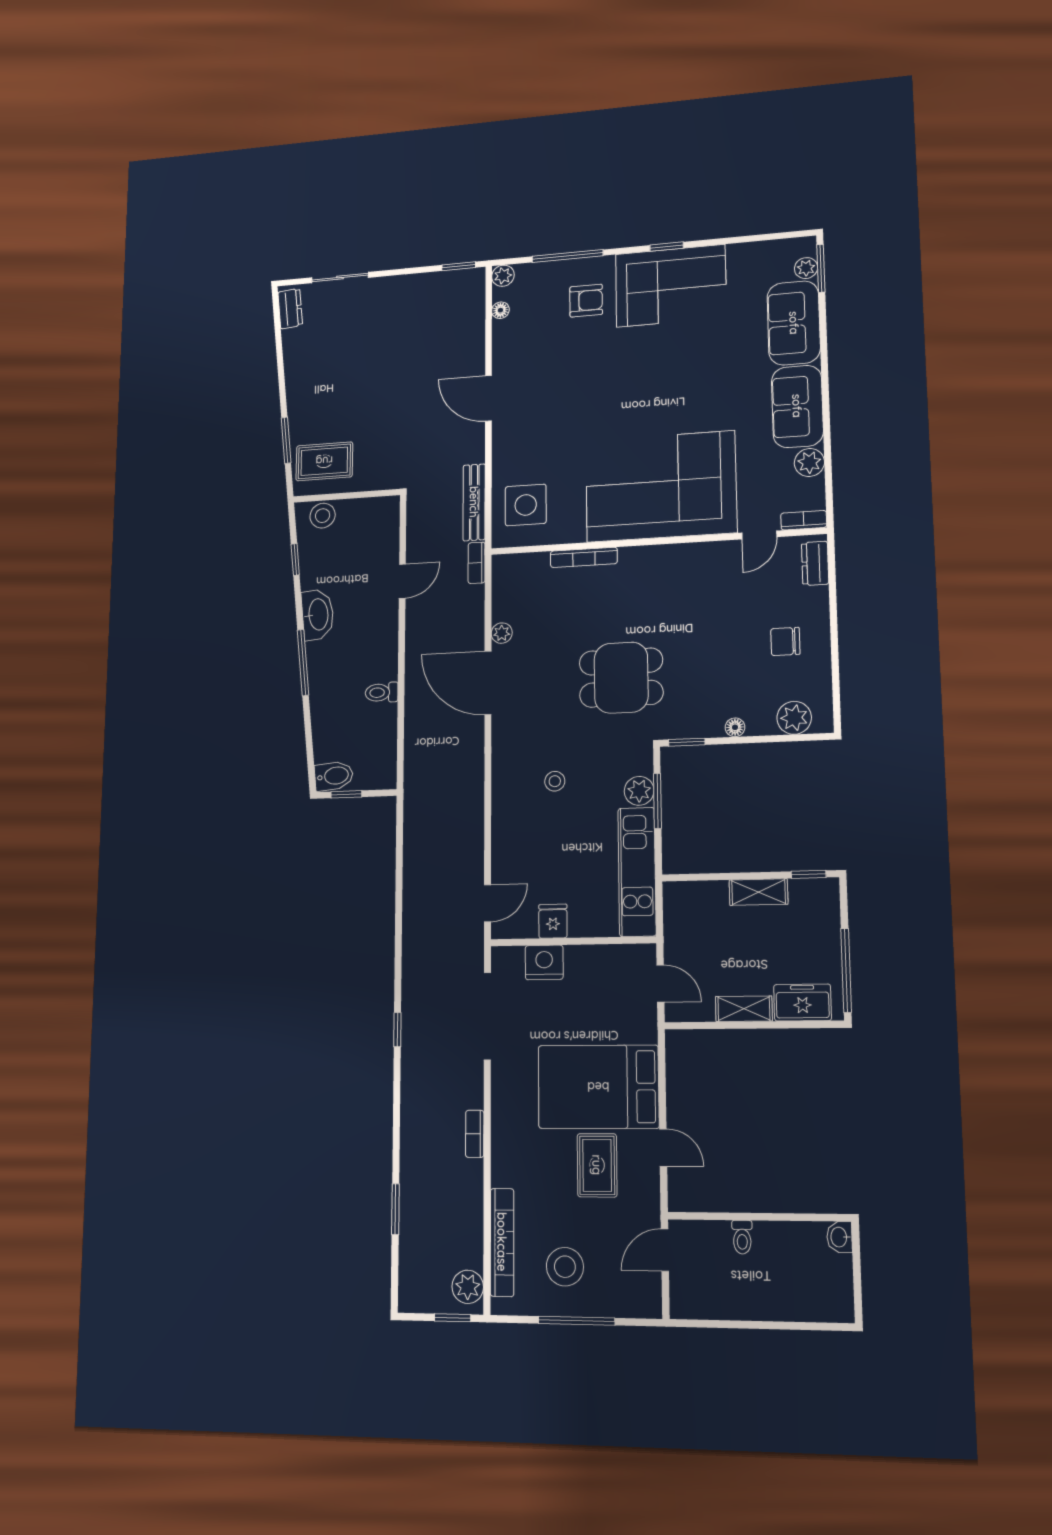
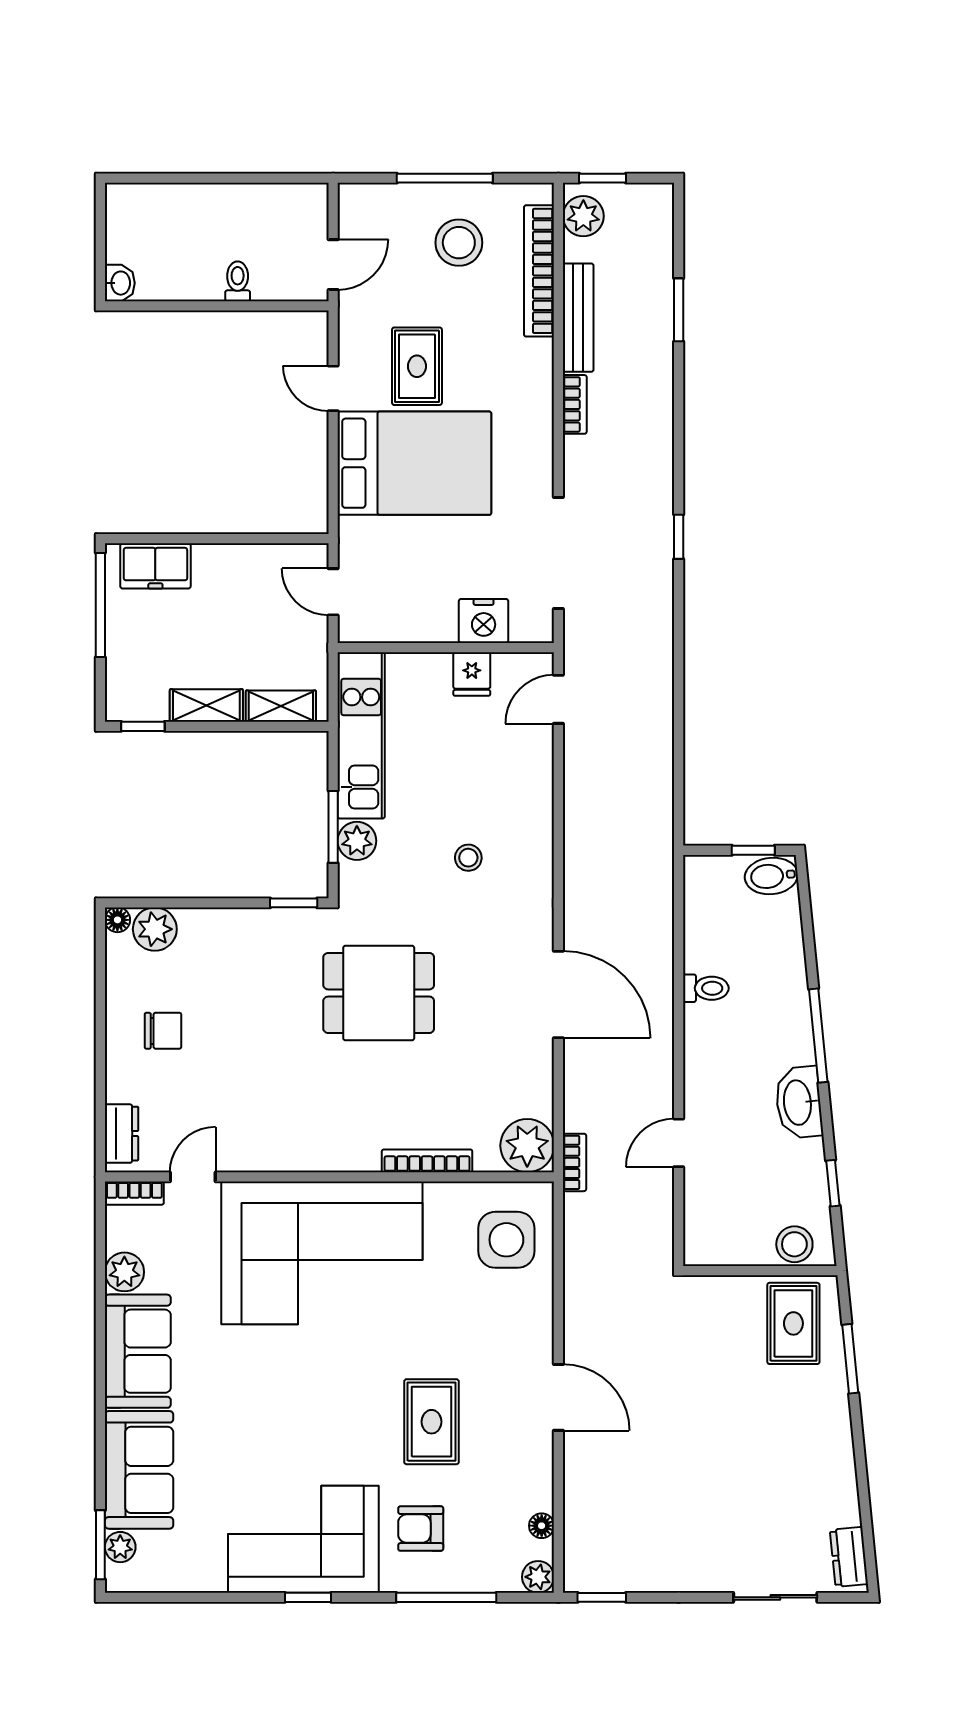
rug: (579, 374) -> (432, 1422), added
rug: (324, 461) -> (793, 1323), turned 90
bench: (474, 502) -> (578, 318), moved
plant: (502, 633) -> (527, 1146), moved, width x1.88, depth x1.88
floor lamp: (735, 727) -> (117, 920), moved
shelving: (744, 1009) -> (281, 706), moved

